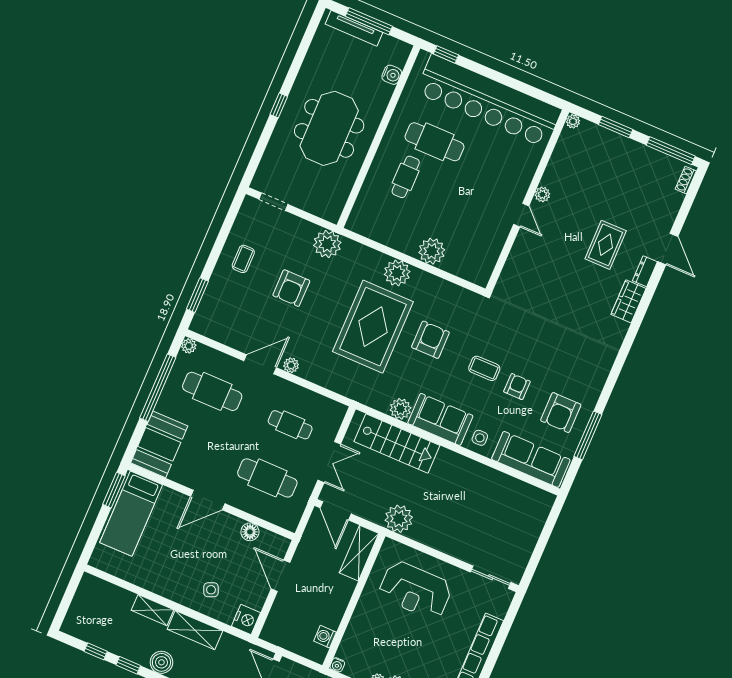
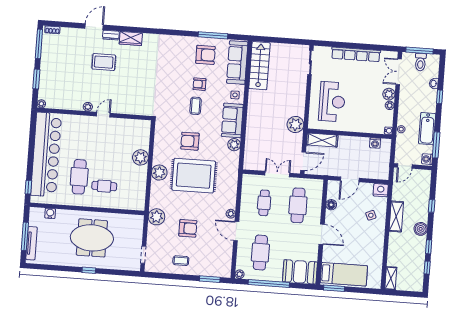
stairs: (397, 443) -> (259, 66), moved
shelving: (153, 610) -> (391, 278), moved

